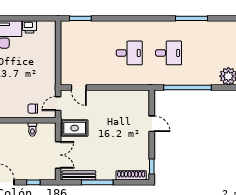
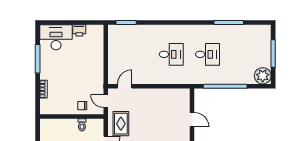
door: (79, 87) -> (125, 86), swing flipped
door: (58, 104) -> (106, 101), hinge flipped
rug: (75, 128) -> (121, 124), turned 90

